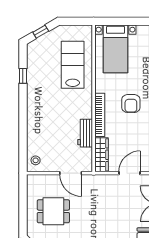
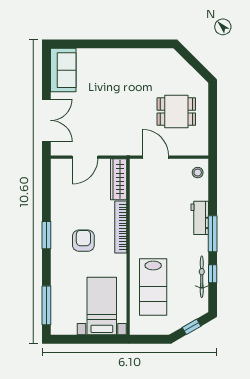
bicycle: (32, 73) -> (202, 277), added
window: (23, 109) -> (213, 234), added
workbench: (85, 133) -> (200, 218), moved, turned 180

